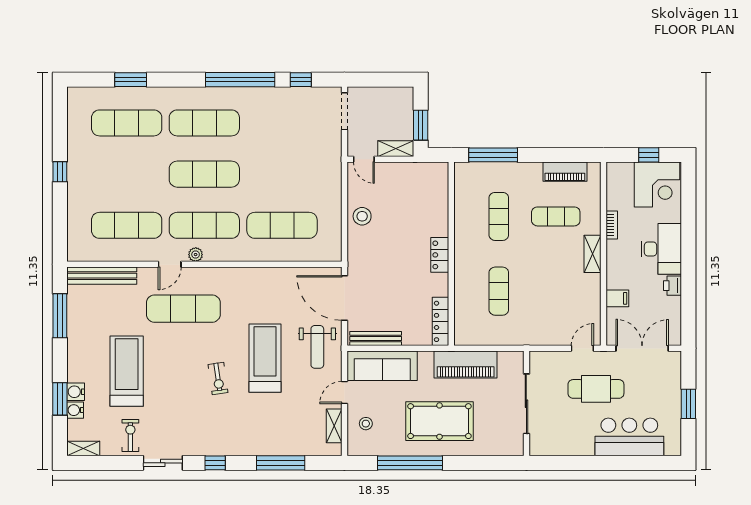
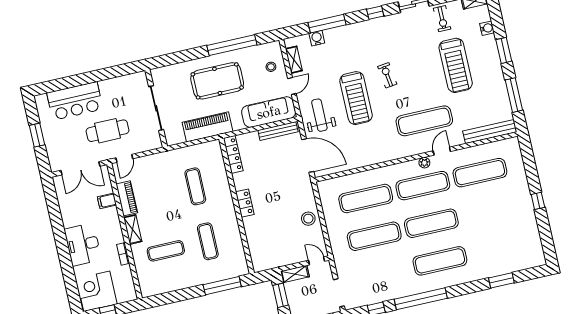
exercise mat: (127, 123) -> (374, 236), moved
piano: (565, 172) -> (127, 198), moved, turned 90
printer: (672, 286) -> (68, 219), removed
water cooler: (76, 392) -> (317, 38), moved, turned -90
window: (60, 399) -> (504, 50), moved

